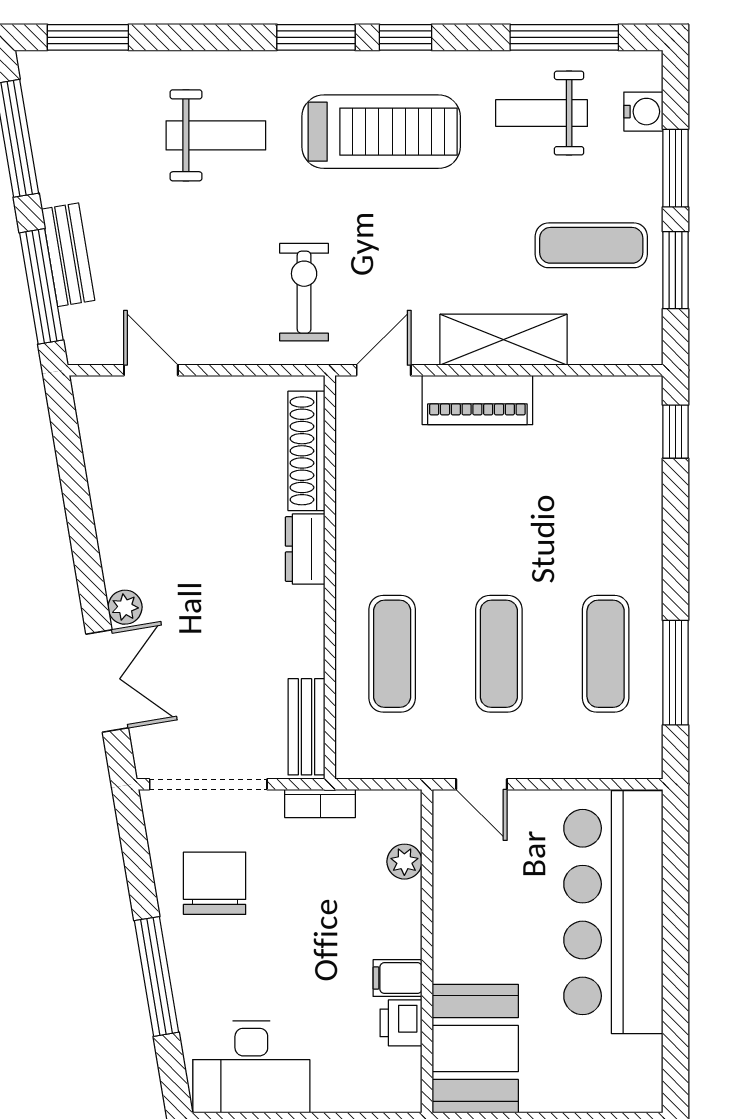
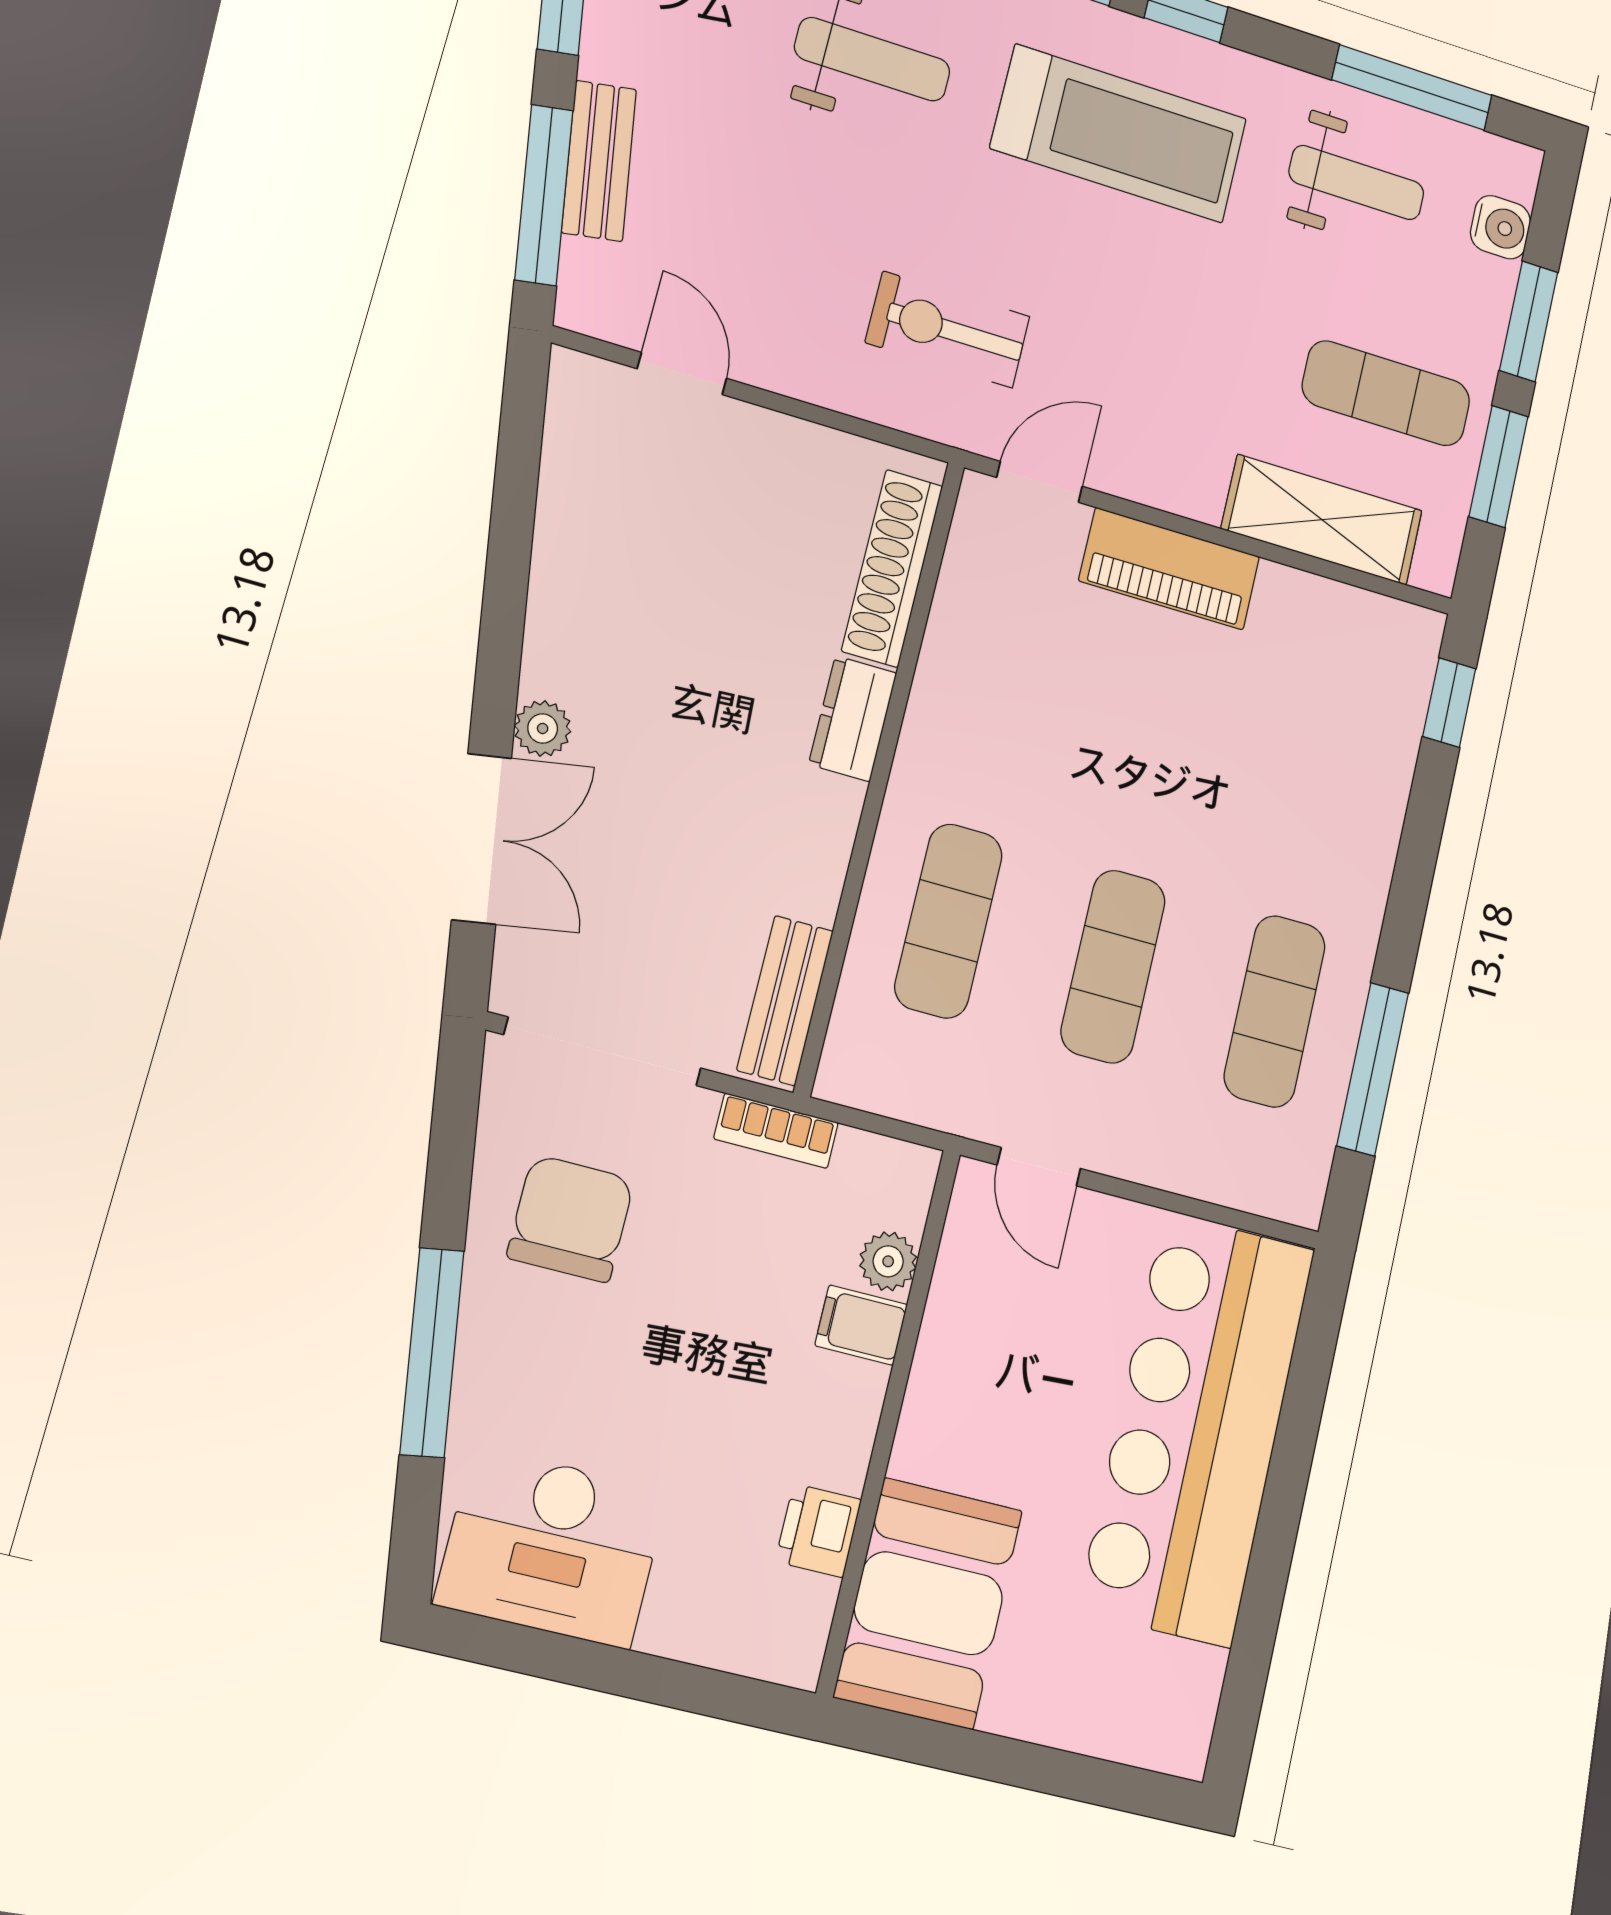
weight bench: (542, 113) -> (1356, 183), turned 180
exercise bike: (304, 292) -> (948, 329), turned -90
shelving: (504, 340) -> (1322, 520), moved
filing cabinet: (397, 978) -> (861, 1325), moved

